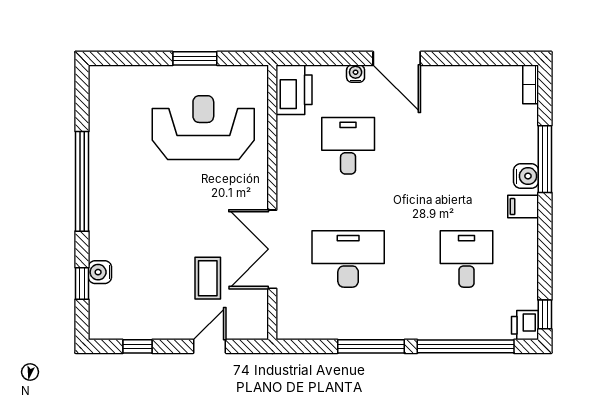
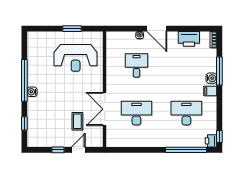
printer: (294, 90) -> (189, 39), moved, turned 90
reception desk: (203, 128) -> (76, 58), turned 180
desk: (467, 259) -> (186, 113), width x1.37
water cooler: (100, 272) -> (32, 92), moved
window: (137, 346) -> (58, 150), moved
window: (371, 346) -> (146, 150), removed

